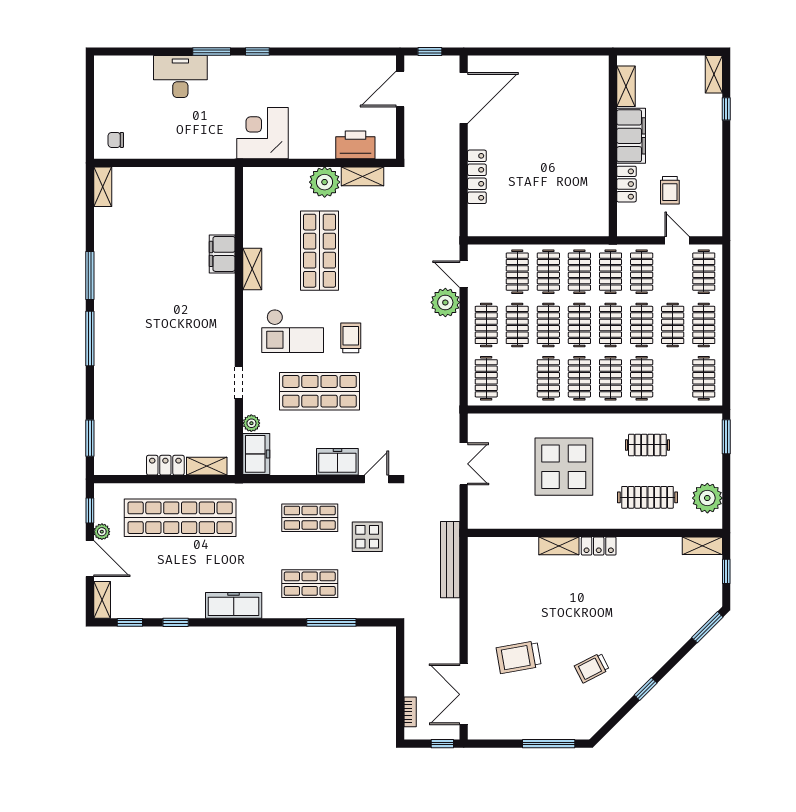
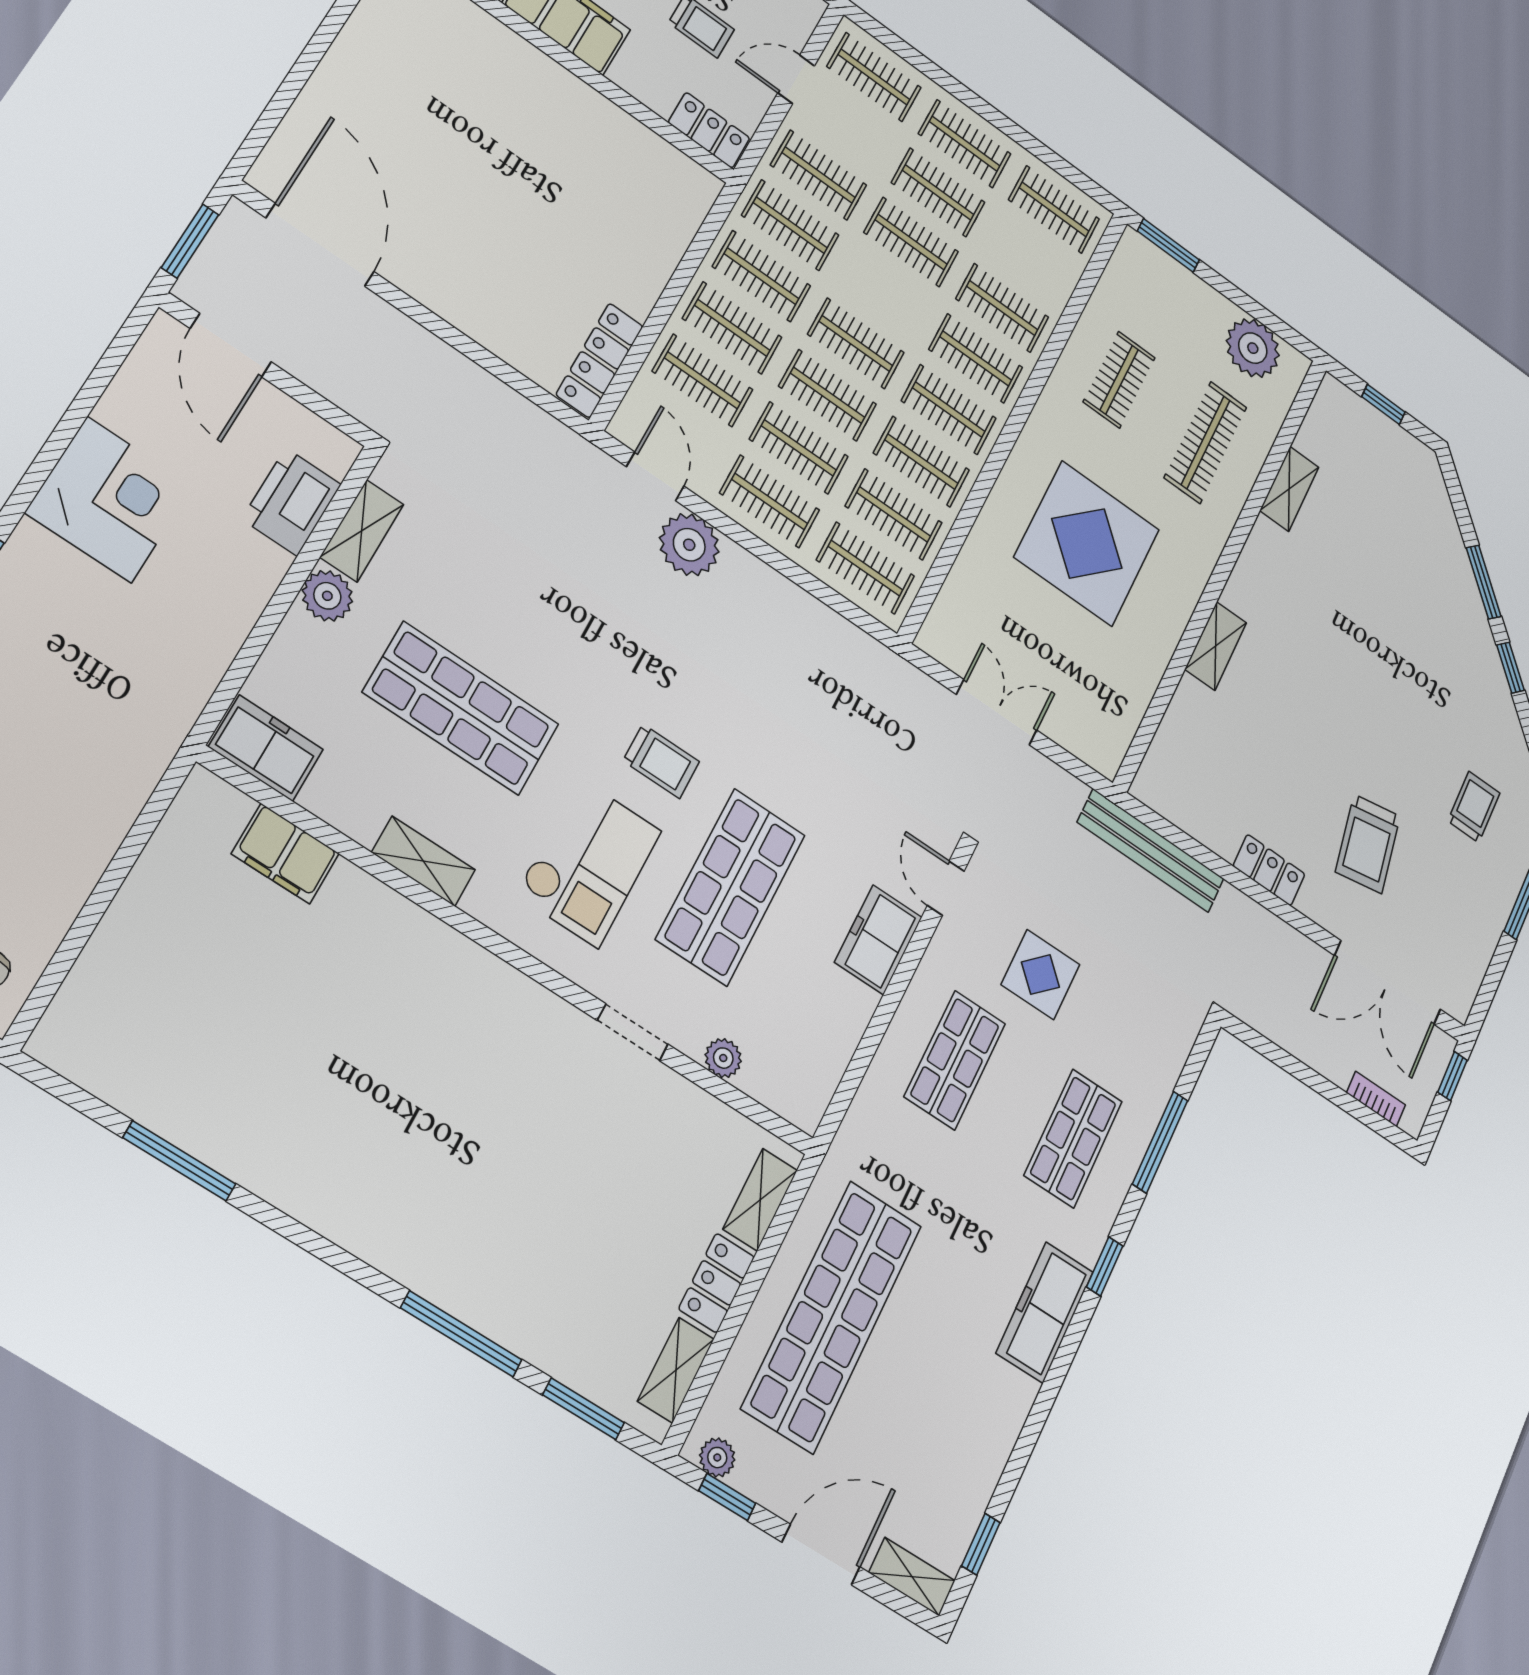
window: (430, 51) -> (190, 241), width x1.50
corner desk: (263, 133) -> (109, 500), moved, turned 180
locker: (477, 177) -> (600, 360), moved, turned -90
plant: (325, 182) -> (327, 596), width x0.73, depth x0.73
locker: (626, 184) -> (709, 130), moved
shelving: (103, 187) -> (676, 1370), moved, turned 90
filing cabinet: (222, 254) -> (285, 854), moved
door: (464, 274) -> (655, 476), swing flipped
window: (90, 276) -> (179, 1161), moved
clothes rail: (611, 325) -> (894, 514), moved
window: (90, 338) -> (461, 1334), moved
trolley: (351, 338) -> (661, 761), turned 180
freezer: (256, 454) -> (266, 748), moved
plant: (102, 532) -> (717, 1458), moved
locker: (599, 546) -> (1269, 870), moved, turned -90
shelving: (702, 546) -> (1289, 489), moved
window: (176, 622) -> (1105, 1266), moved
window: (707, 627) -> (1484, 582), moved
trolley: (592, 668) -> (1474, 807), moved, turned -153

